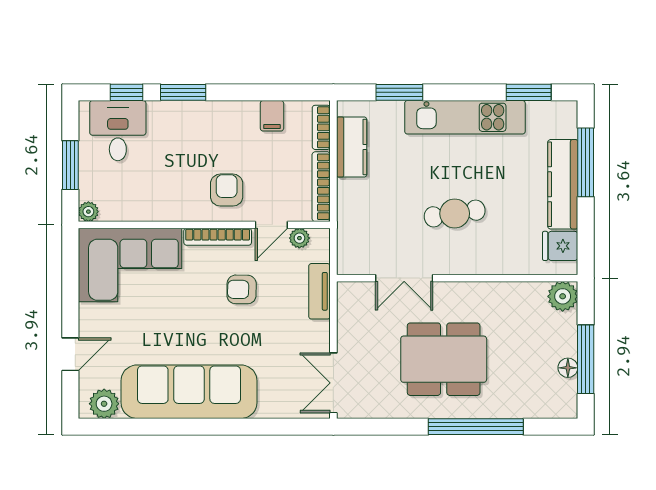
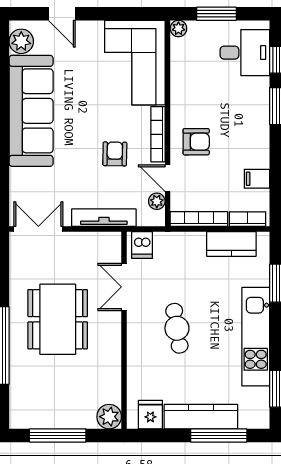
dishwasher: (353, 256) -> (142, 245), added
tv unit: (319, 291) -> (104, 218), width x1.41
floor lamp: (568, 368) -> (51, 421), removed

